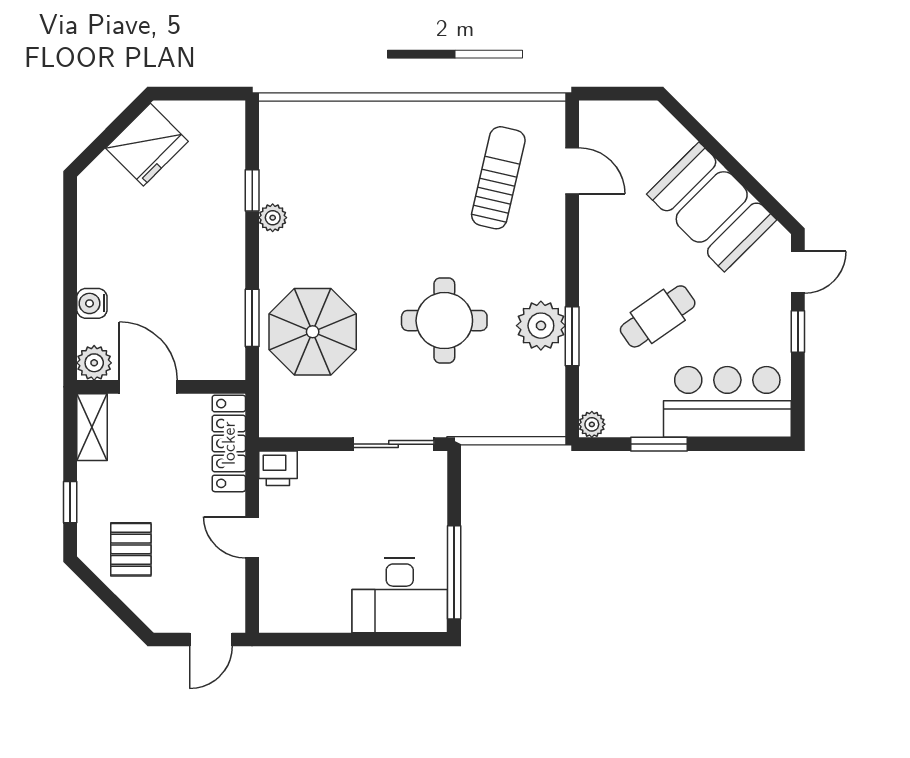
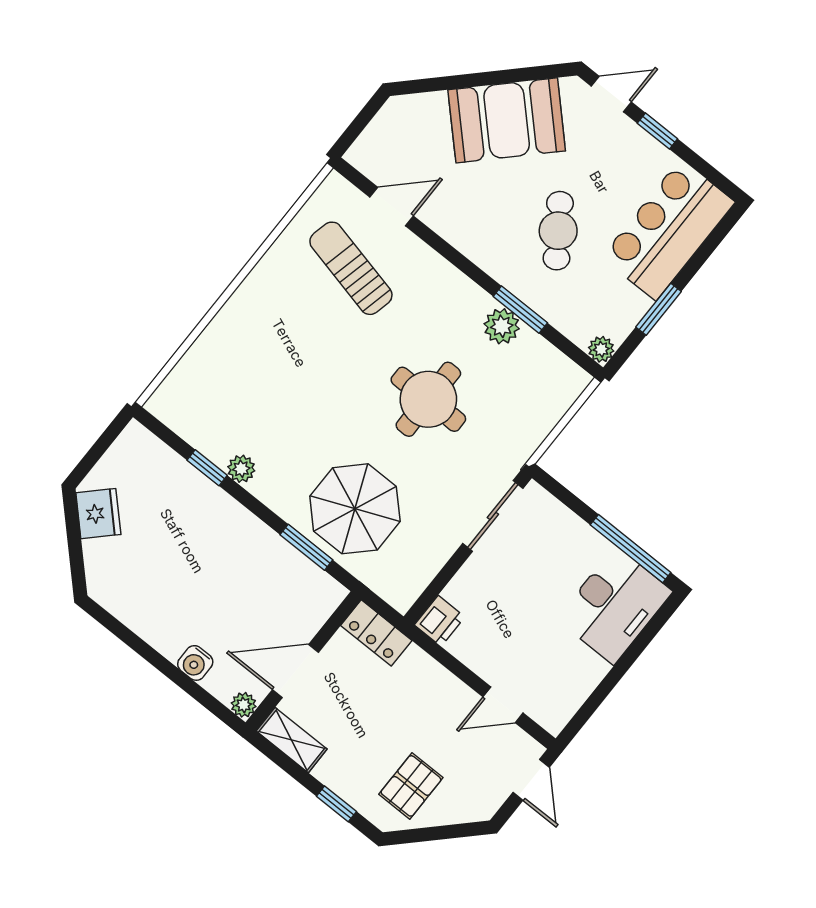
fridge: (147, 145) -> (98, 514), width x0.73, depth x0.75
door: (798, 272) -> (611, 94), hinge flipped
plant: (541, 326) -> (502, 326), width x0.73, depth x0.73
plant: (94, 363) -> (244, 705), width x0.73, depth x0.73
locker: (229, 443) -> (376, 633), width x0.66
door: (252, 537) -> (503, 705), moved
pallet: (131, 549) -> (411, 786), turned 90

